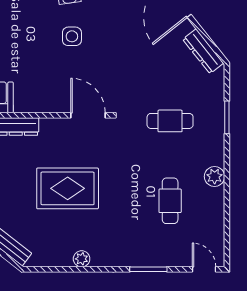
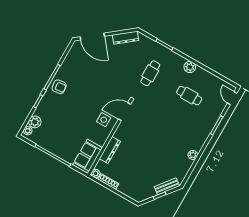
side table: (72, 36) -> (104, 120), moved
rug: (68, 188) -> (155, 142), removed
door: (204, 269) -> (232, 98), hinge flipped

